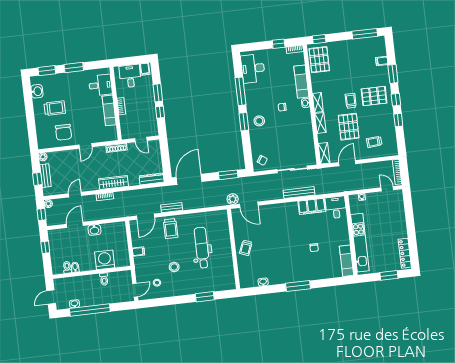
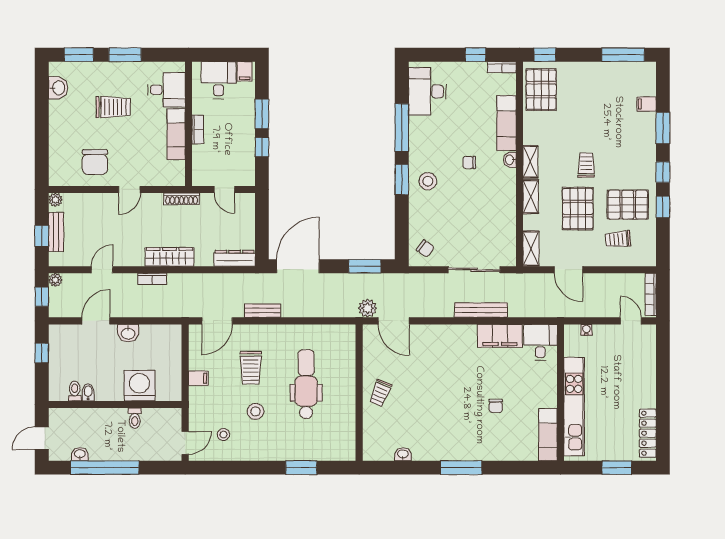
pallet: (374, 96) -> (628, 205), moved
trolley: (55, 108) -> (113, 107), moved
door: (347, 163) -> (568, 270), swing flipped
trolley: (171, 229) -> (251, 368), moved

